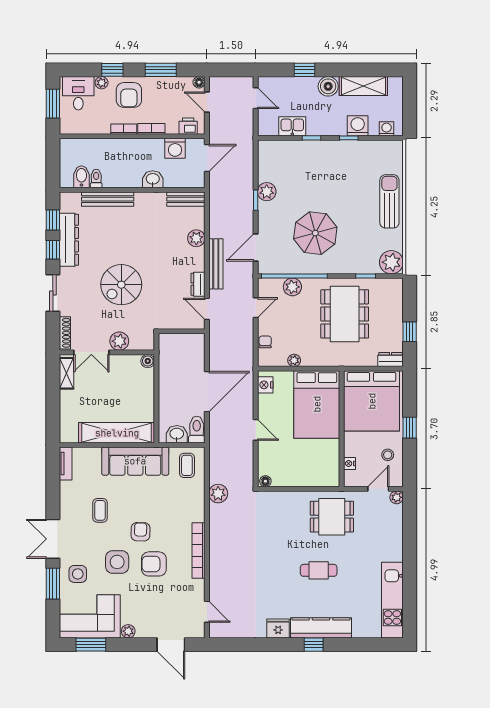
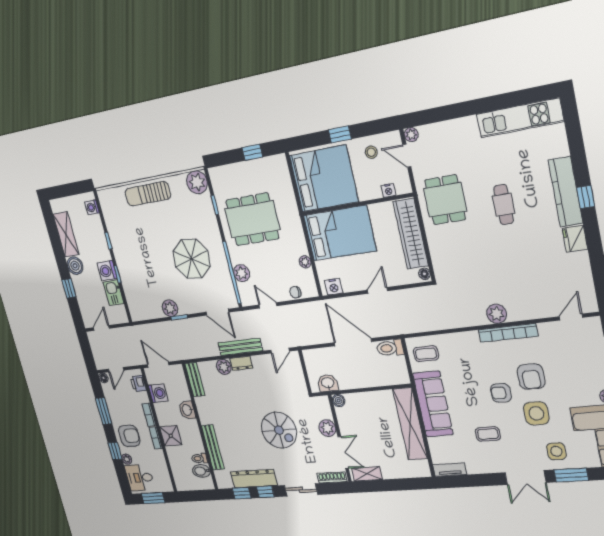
washing machine: (358, 126) -> (107, 271), moved
shower: (125, 150) -> (171, 436), added
dresser: (198, 284) -> (241, 363), moved
dresser: (390, 360) -> (282, 167), removed
washbasin: (177, 434) -> (328, 383), moved, turned 90
wardrobe: (305, 476) -> (411, 234), added
plant: (218, 494) -> (497, 314), moved

